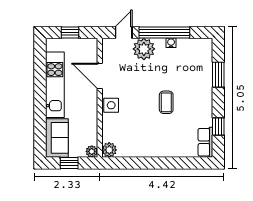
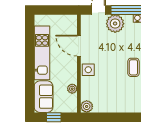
window: (70, 32) -> (54, 10), removed
plant: (92, 151) -> (72, 89), moved

